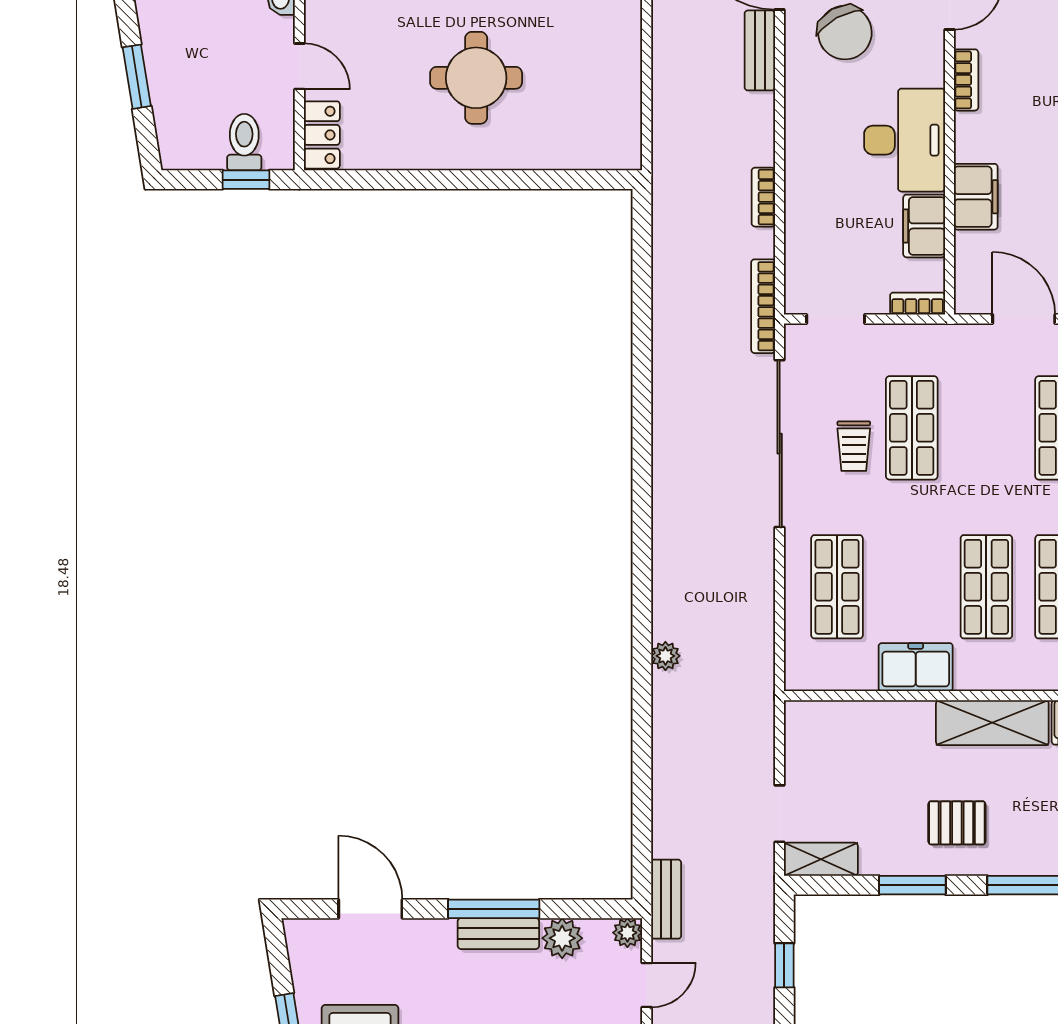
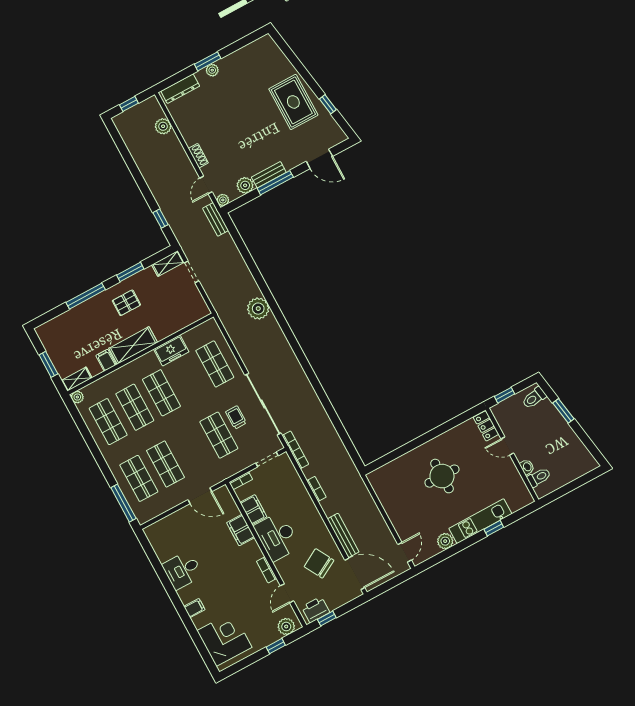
bench: (760, 50) -> (343, 535), width x1.36
toilet: (244, 142) -> (534, 398), moved, turned 81
plant: (665, 656) -> (258, 309), width x1.87, depth x1.87

